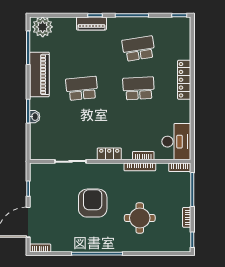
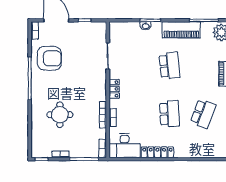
school desk: (139, 49) -> (203, 114), turned 30
locker: (184, 80) -> (157, 152), moved
armchair: (93, 203) -> (49, 58), moved

